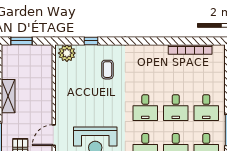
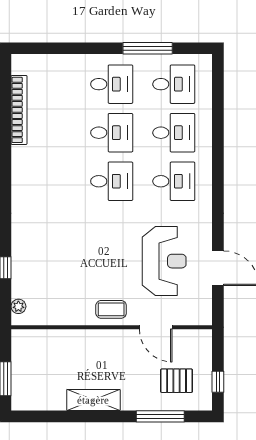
plant: (67, 53) -> (18, 306), width x0.53, depth x0.53
coffee table: (107, 70) -> (111, 309), moved

